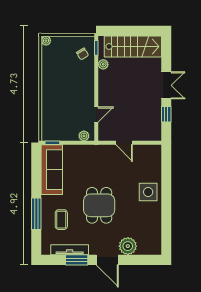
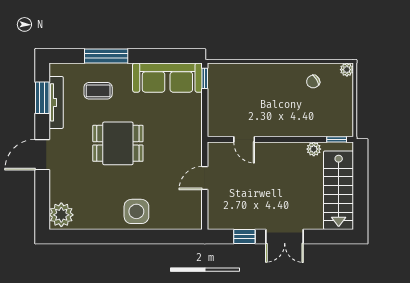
chair: (83, 54) -> (313, 82), moved
plant: (84, 136) -> (214, 122), removed
plant: (128, 246) -> (61, 215), moved
window: (77, 260) -> (42, 98), moved

